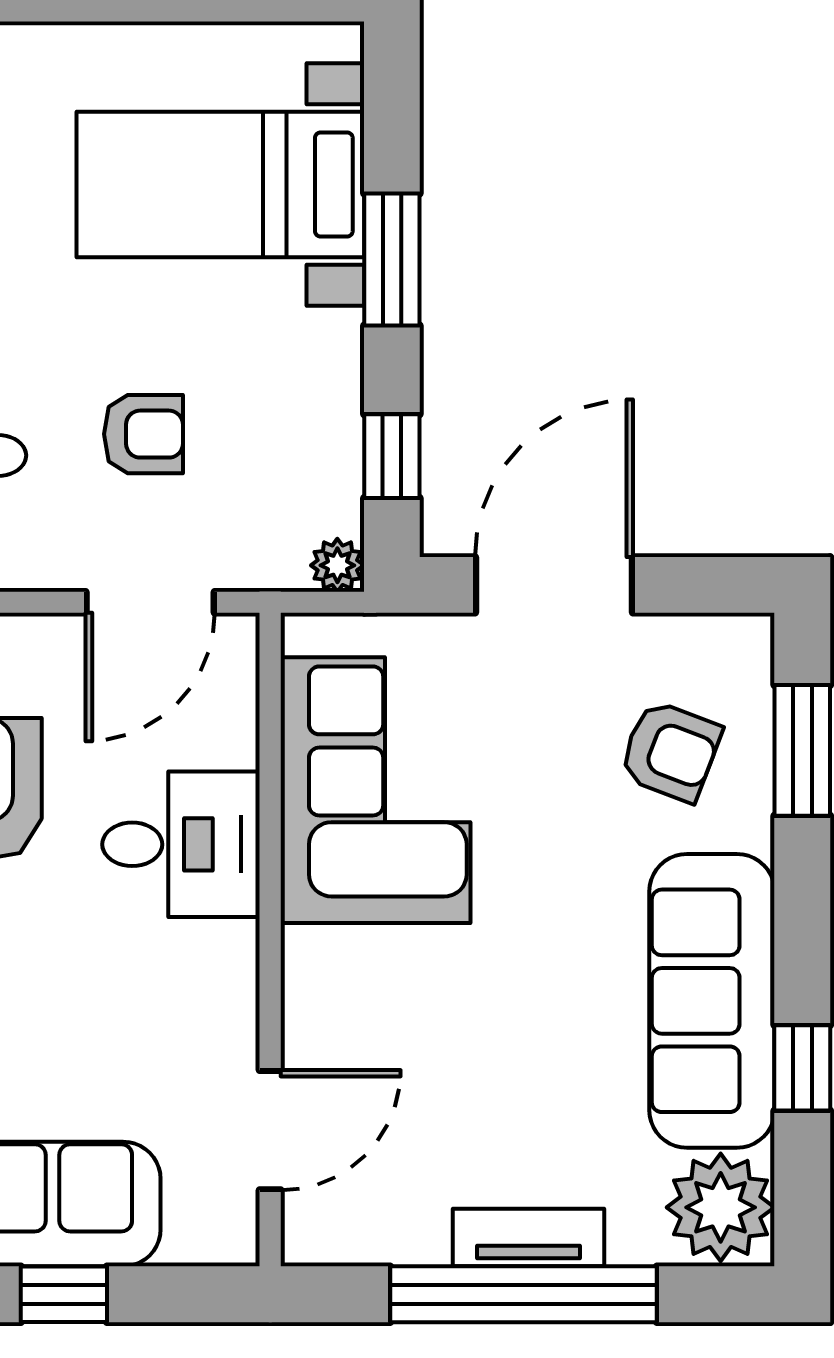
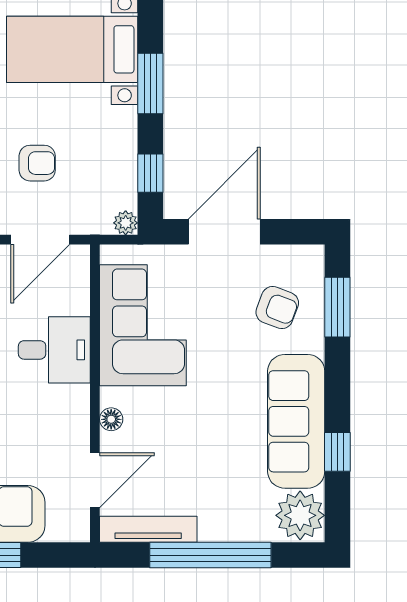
floor lamp: (306, 996) -> (111, 419), added
tv unit: (529, 1238) -> (148, 529), moved, width x1.41

